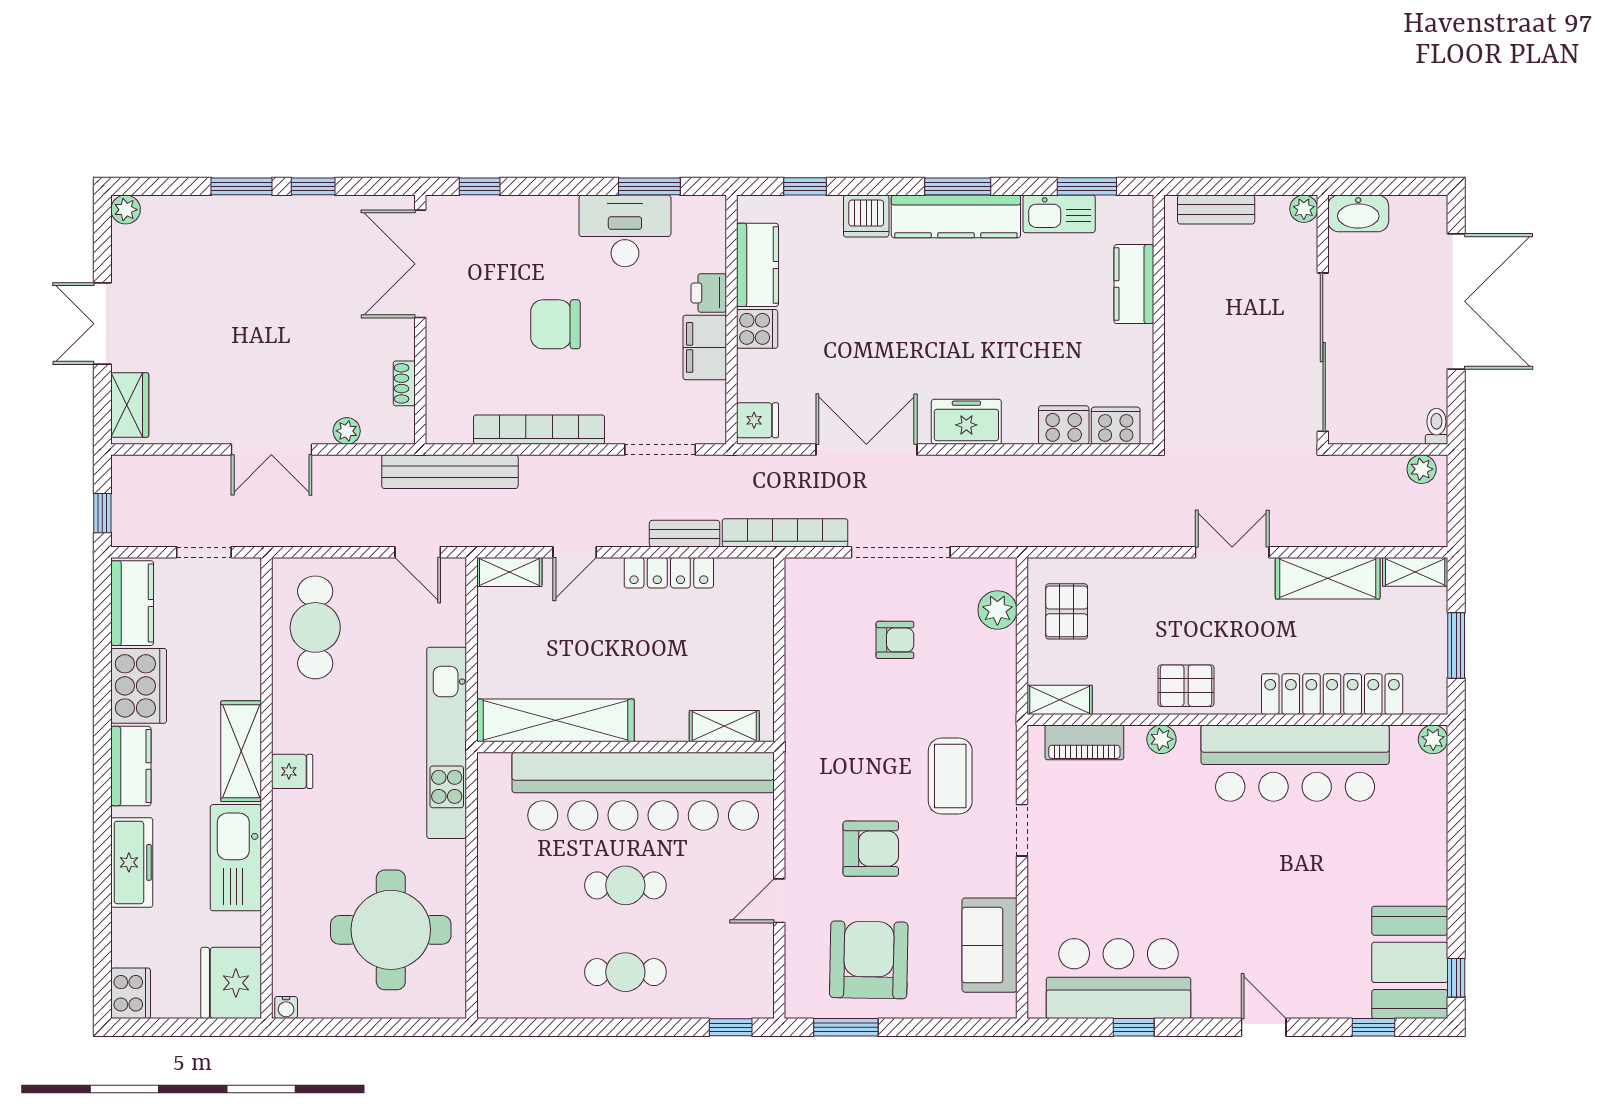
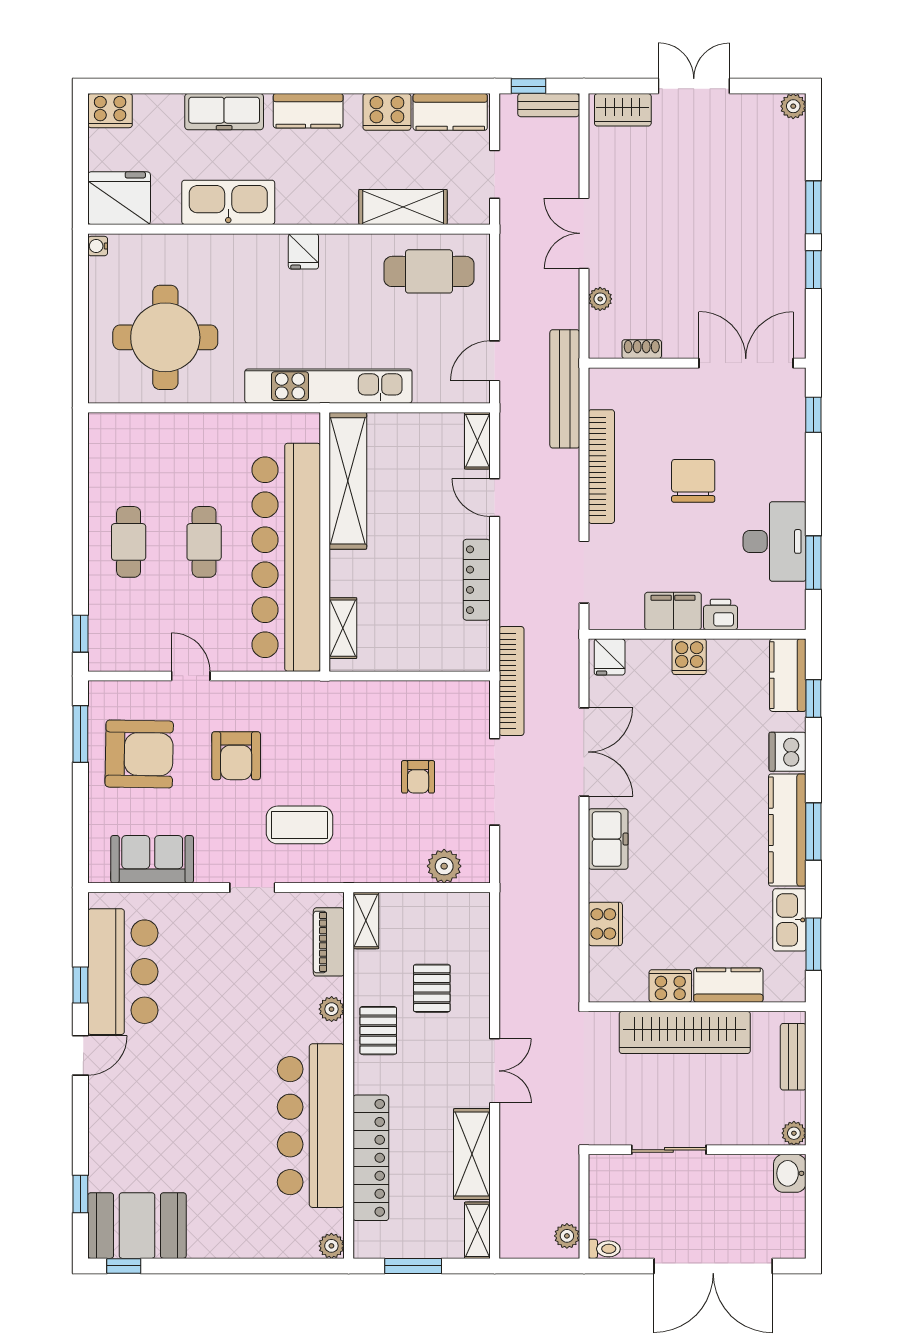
washbasin: (1358, 213) -> (790, 1173), width x0.72
kitchen counter: (757, 265) -> (788, 675), moved, turned 90
wardrobe: (1188, 334) -> (685, 1032), added
sliding door: (1323, 352) -> (669, 1150), width x0.54
cooker: (1116, 426) -> (670, 986), moved, turned -90
bench: (685, 534) -> (548, 105), moved, turned 90
pallet: (1067, 611) -> (432, 988), moved, turned 90
cooker: (139, 686) -> (387, 112), width x0.73, depth x0.76
shelving: (241, 751) -> (403, 207), moved
door: (1264, 1027) -> (80, 1055), moved

